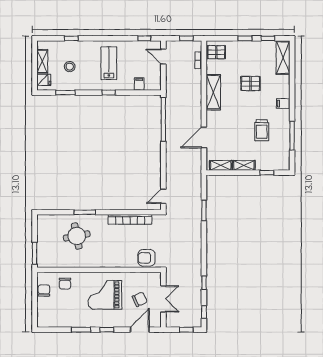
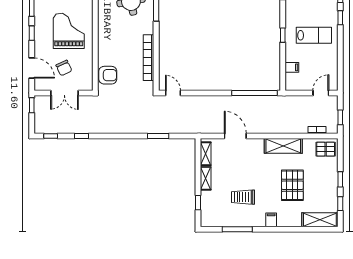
window: (144, 38) -> (340, 18), moved
pallet: (216, 52) -> (326, 149), turned 90
pallet: (250, 84) -> (292, 185), width x1.50, depth x1.42
armchair: (146, 258) -> (108, 75), turned 90
window: (186, 330) -> (32, 105), moved

